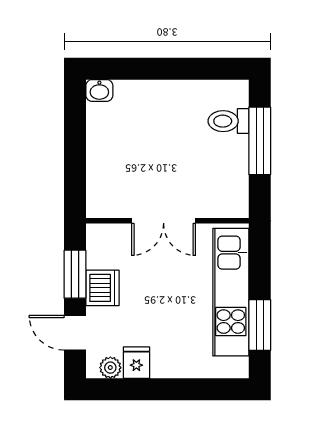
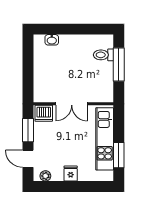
washbasin: (99, 90) -> (52, 40), moved
dishwasher: (102, 288) -> (44, 113), moved, turned 90
fridge: (136, 363) -> (71, 173), moved

